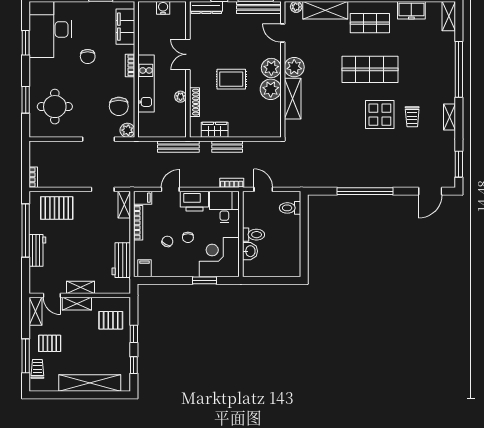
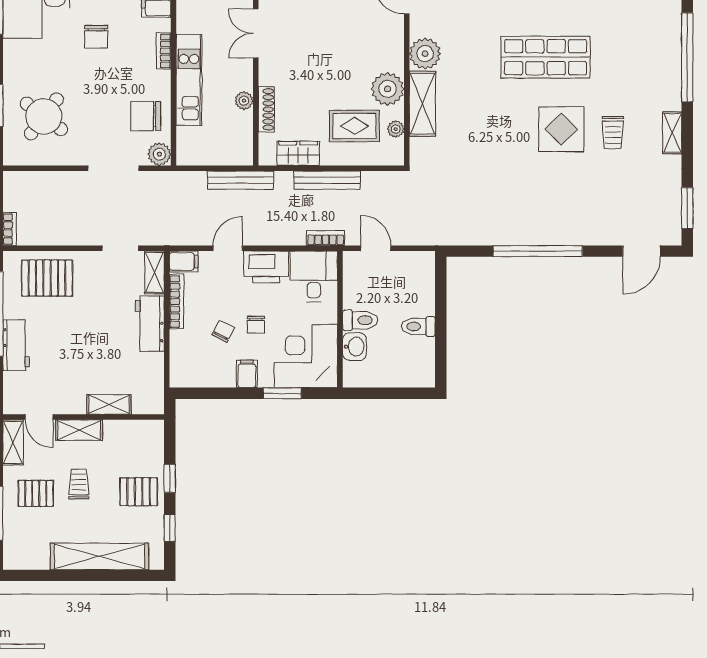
plant: (271, 68) -> (396, 129), moved, width x0.53, depth x0.53
rug: (231, 79) -> (354, 126), moved
chair: (119, 106) -> (146, 116), turned 90
round table: (55, 107) -> (44, 116), turned 37
bench: (227, 147) -> (327, 180), width x1.36
toilet: (290, 208) -> (418, 326), moved
workbench: (121, 260) -> (150, 324), moved
filing cabinet: (145, 268) -> (247, 374), moved
shelving: (81, 287) -> (109, 404), moved
pallet: (111, 320) -> (139, 492), moved
trolley: (37, 369) -> (79, 484), moved

